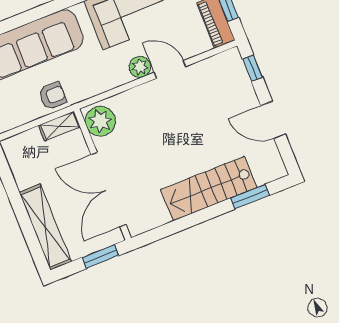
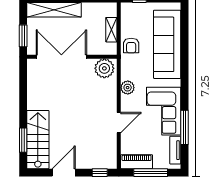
plant: (140, 67) -> (128, 88), moved
shelving: (59, 126) -> (111, 30), moved
stairs: (209, 189) -> (38, 140), moved

